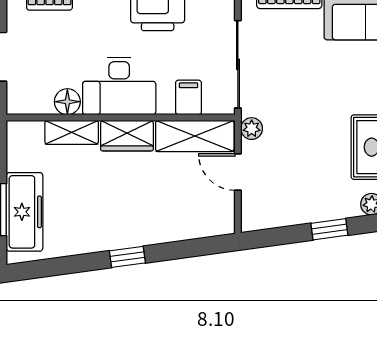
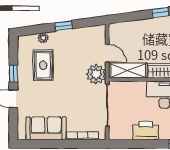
filing cabinet: (189, 97) -> (131, 89), removed
plant: (252, 129) -> (96, 74), width x1.88, depth x1.88

